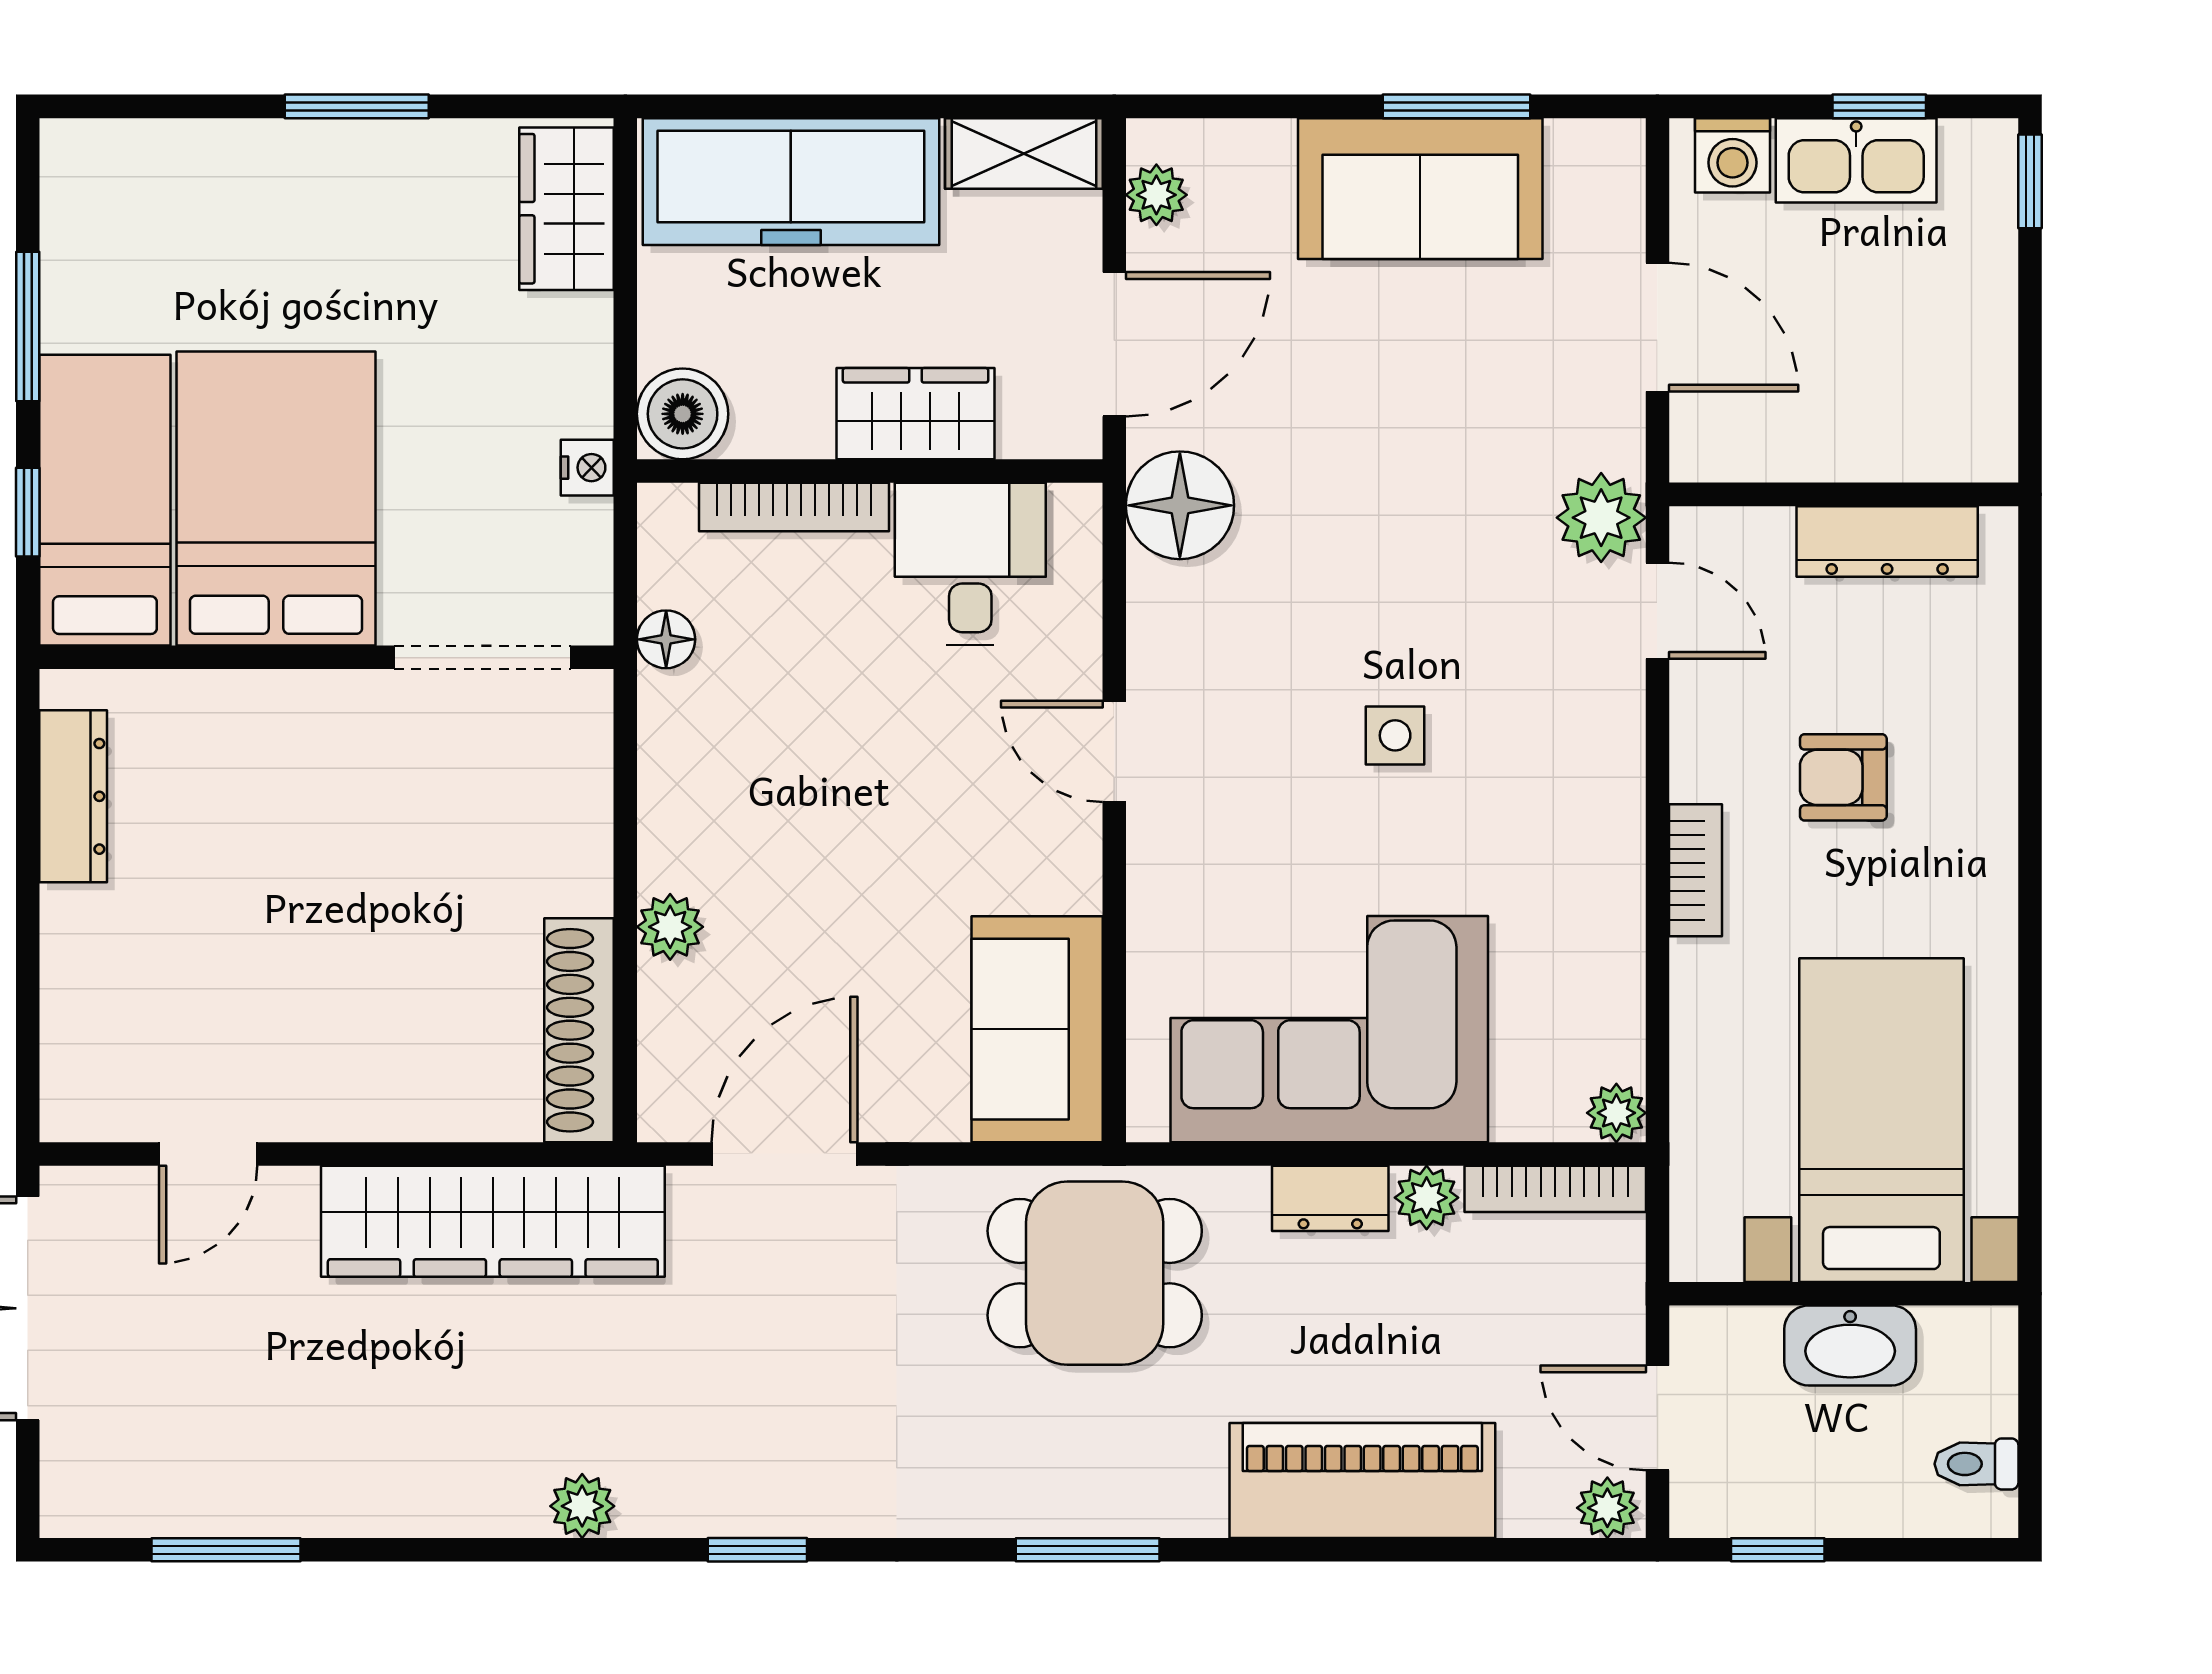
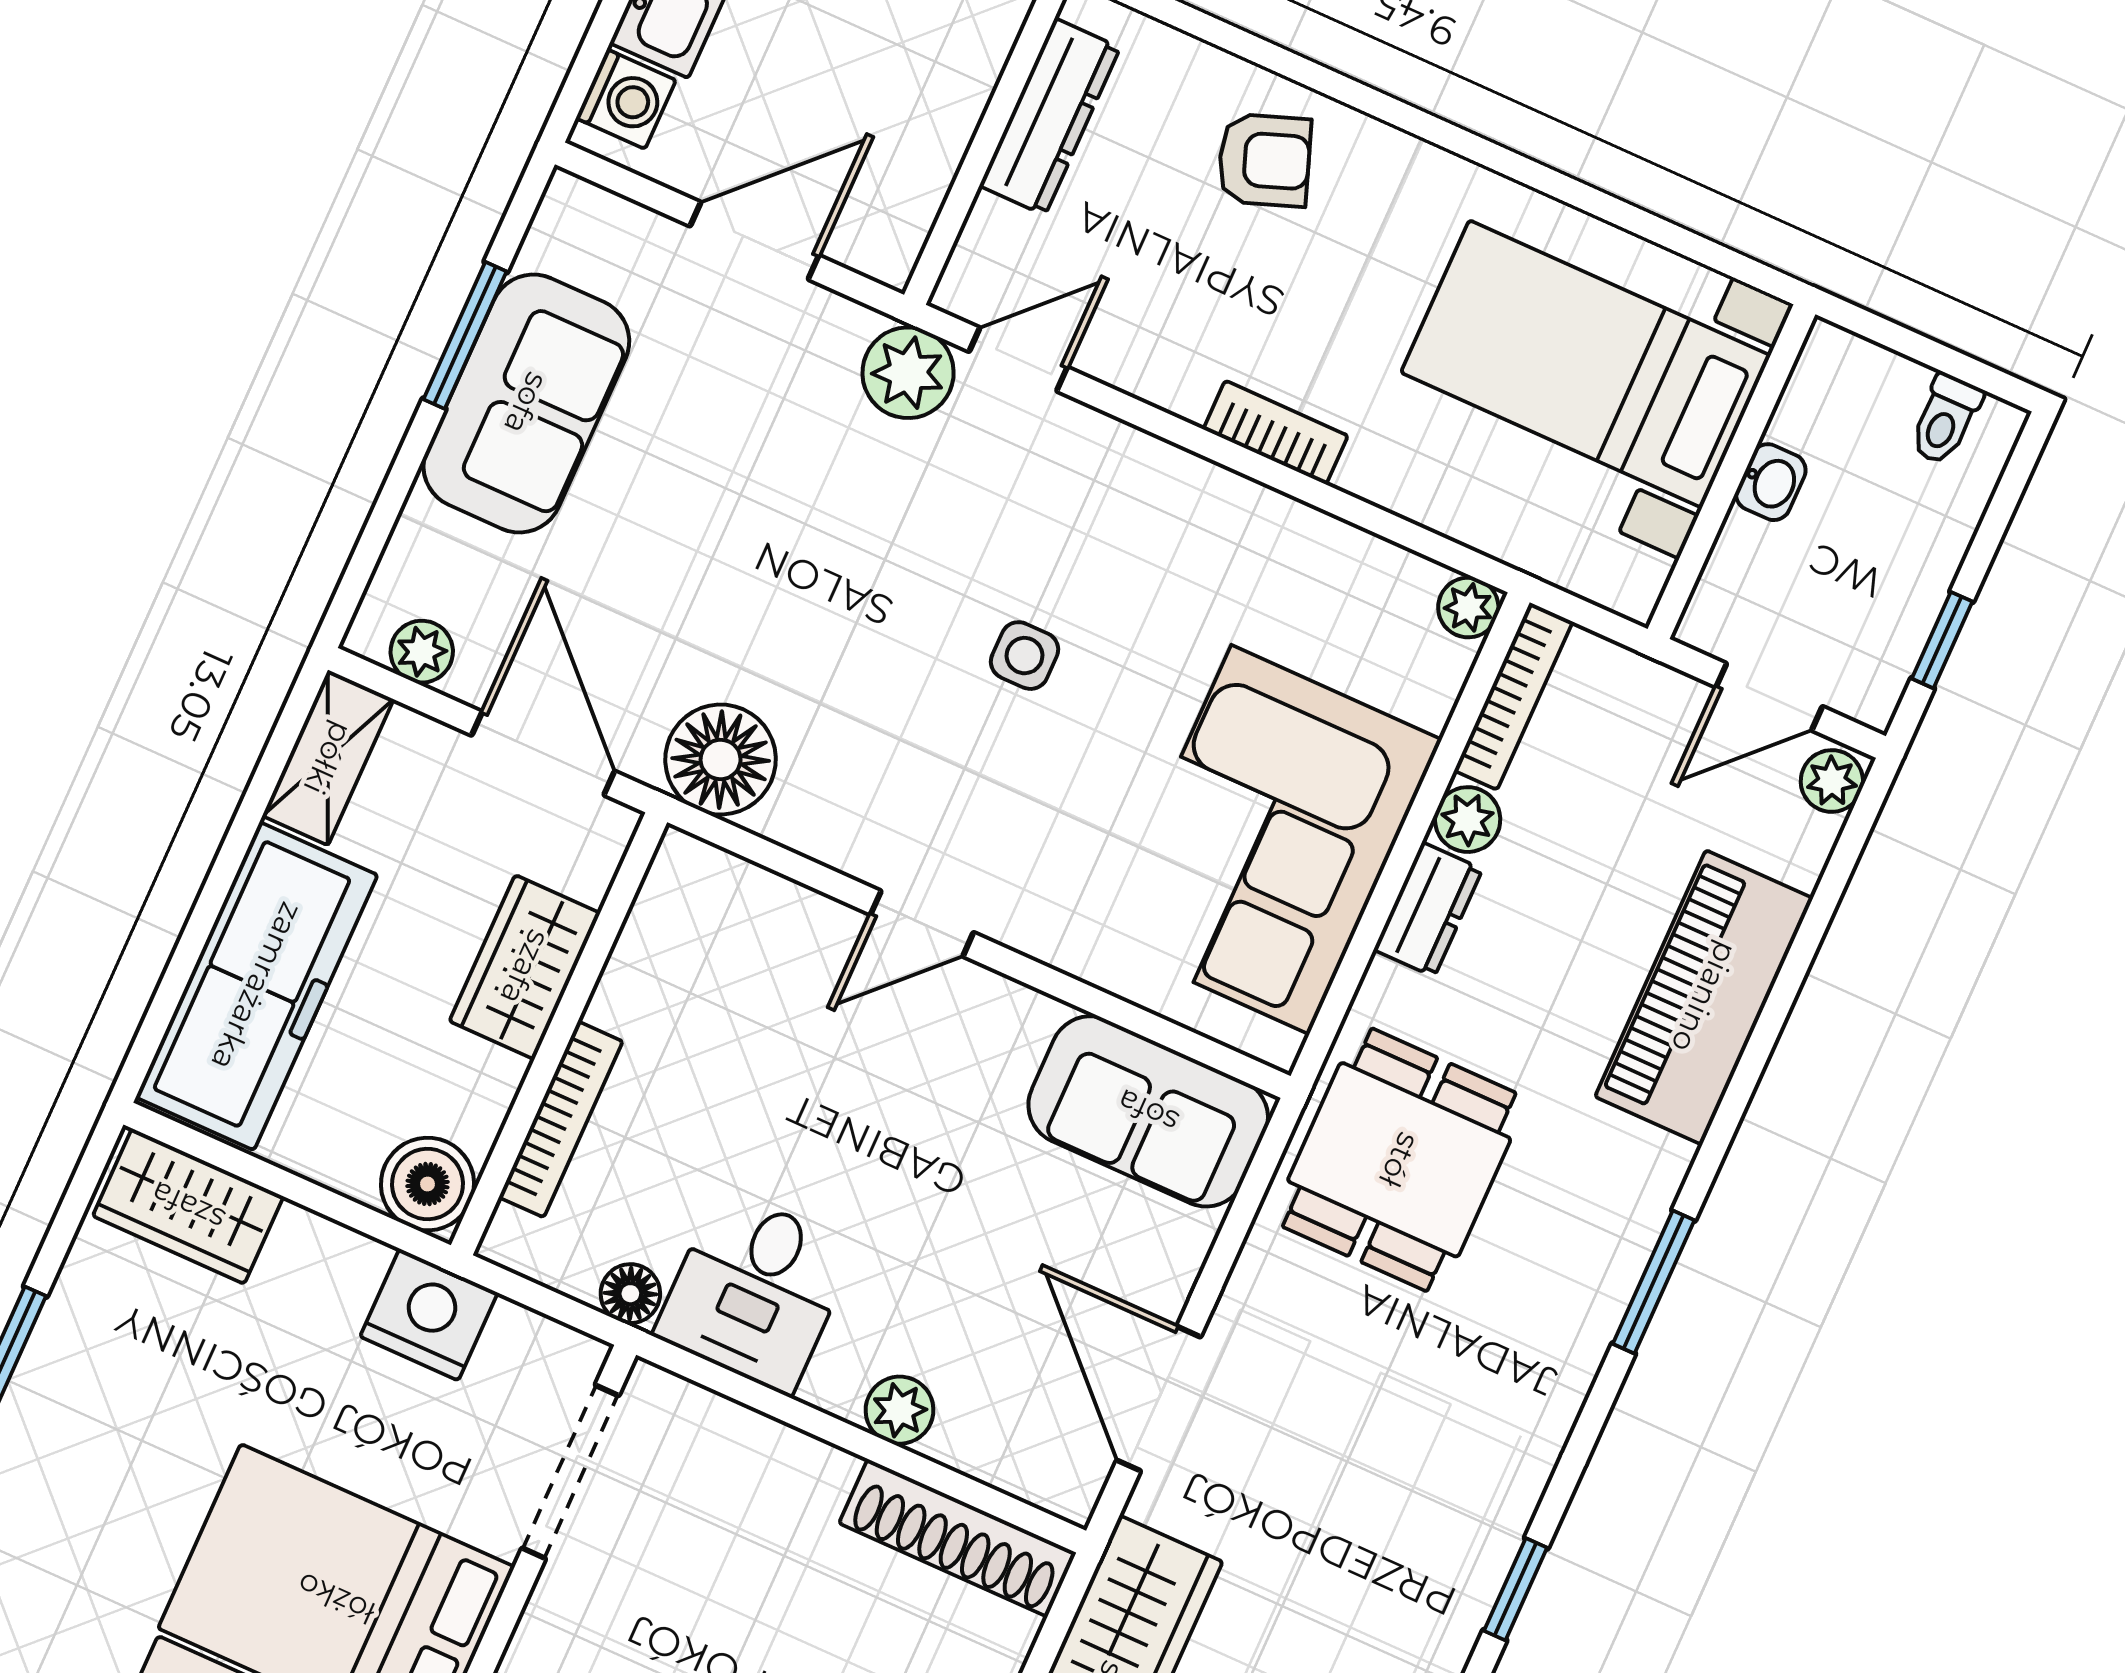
nightstand: (587, 468) -> (429, 1315), width x1.89, depth x1.79
desk: (970, 564) -> (755, 1291), moved, turned -90
armchair: (1843, 777) -> (1264, 160), moved, turned -110
washbasin: (1850, 1345) -> (1771, 482), width x0.52, depth x0.69

